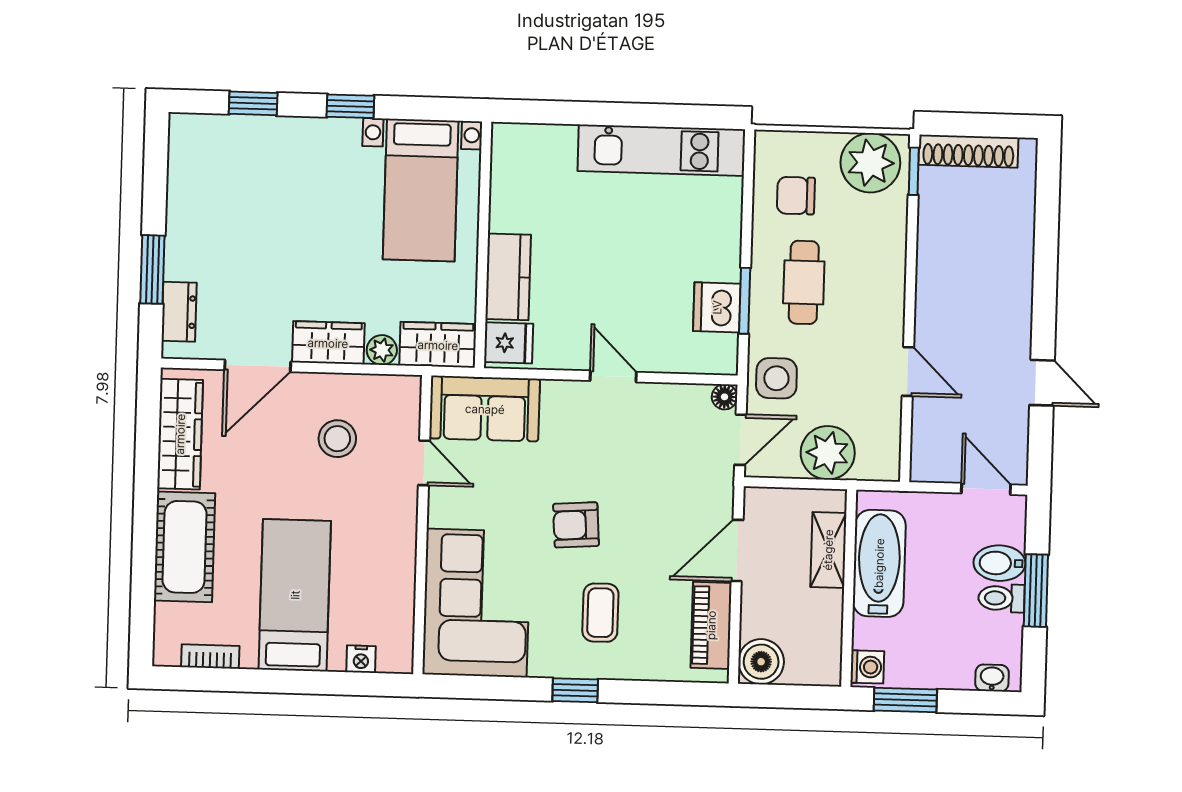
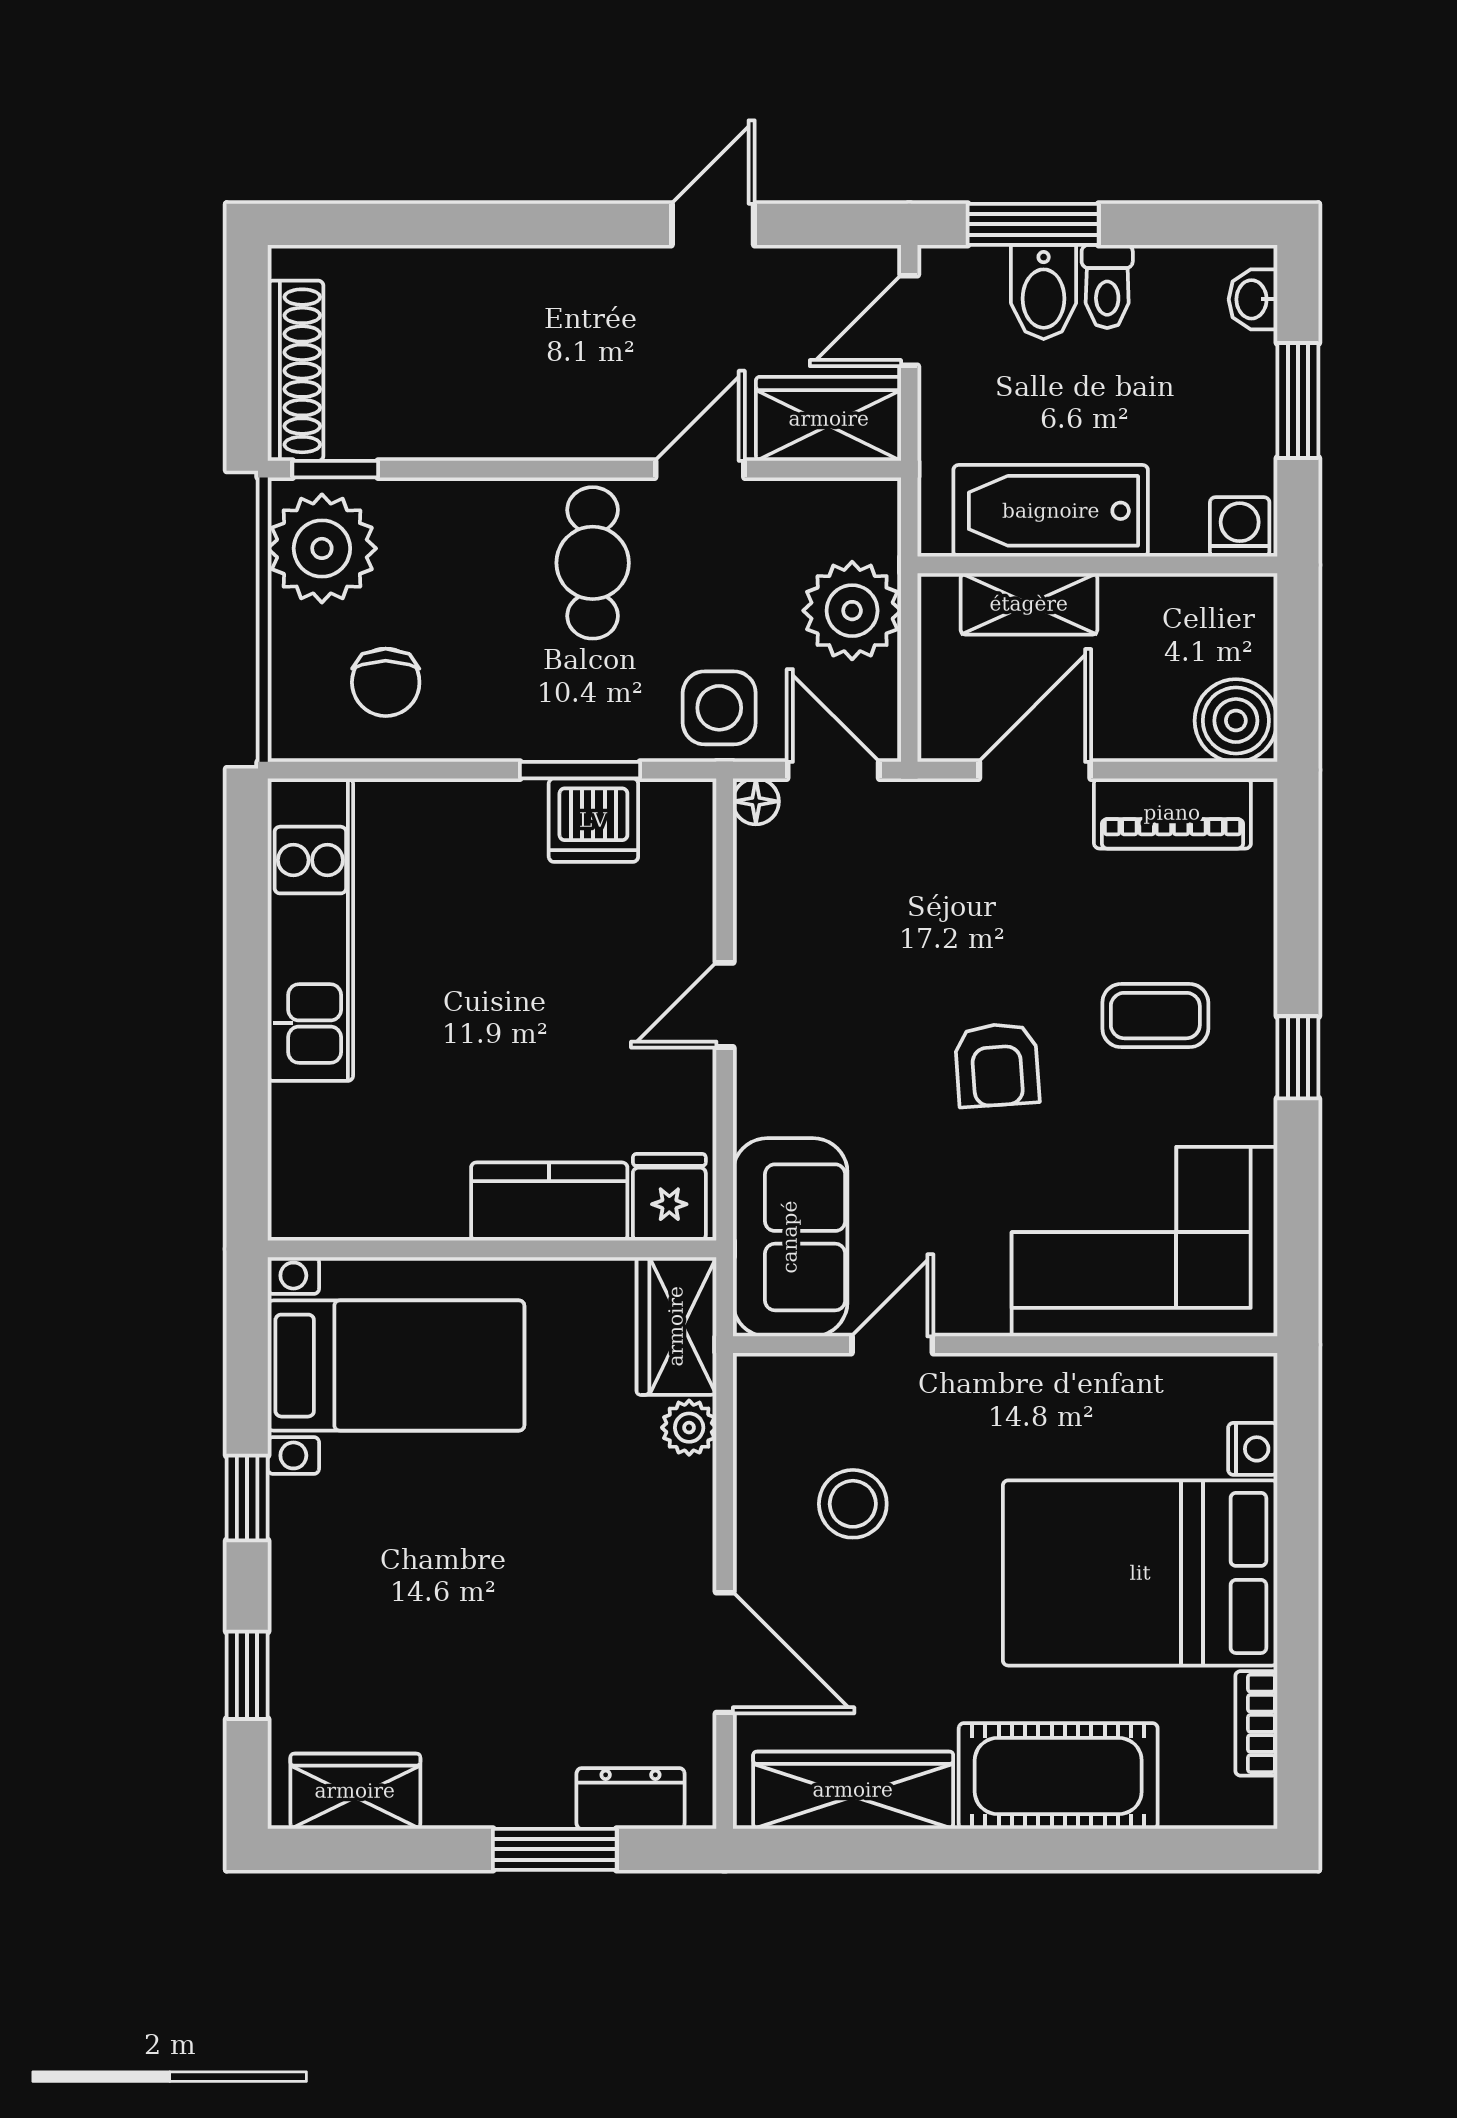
cafe table: (804, 282) -> (593, 563), moved, turned 90
wardrobe: (328, 343) -> (355, 1791), moved, turned 90
wardrobe: (933, 443) -> (829, 419), added
door: (737, 550) -> (1035, 770), swing flipped
window: (1036, 591) -> (1033, 224), moved
bed: (295, 595) -> (1140, 1573), width x1.50
window: (905, 700) -> (1298, 401), moved

